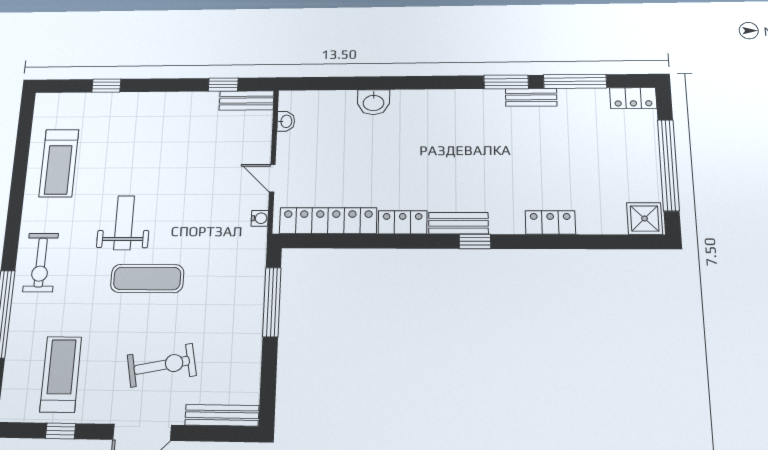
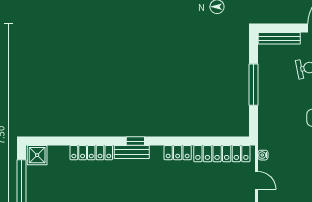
locker: (550, 222) -> (91, 153), width x1.53
bench: (458, 223) -> (132, 152), moved
window: (272, 302) -> (254, 85), moved

